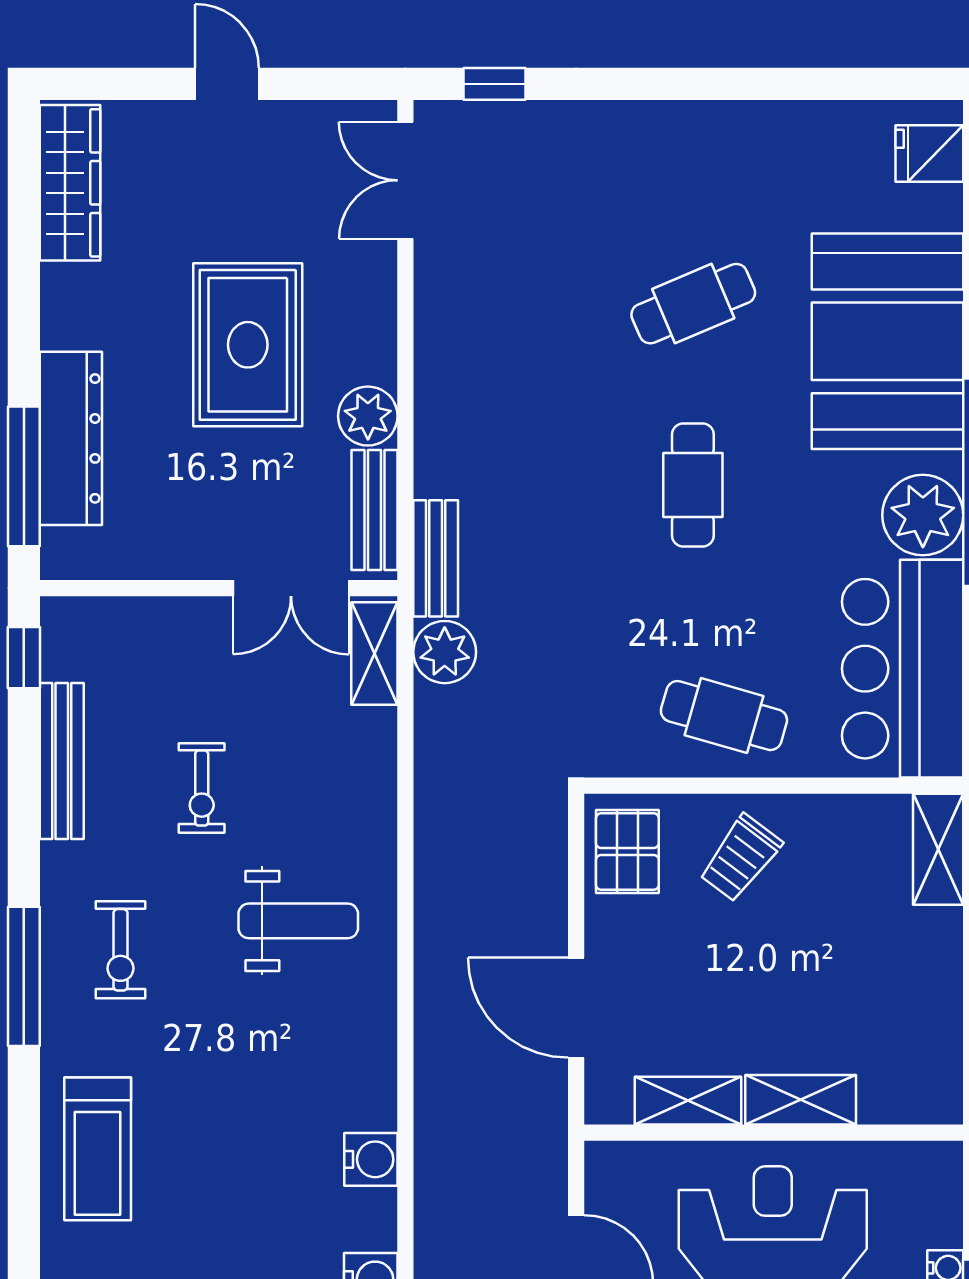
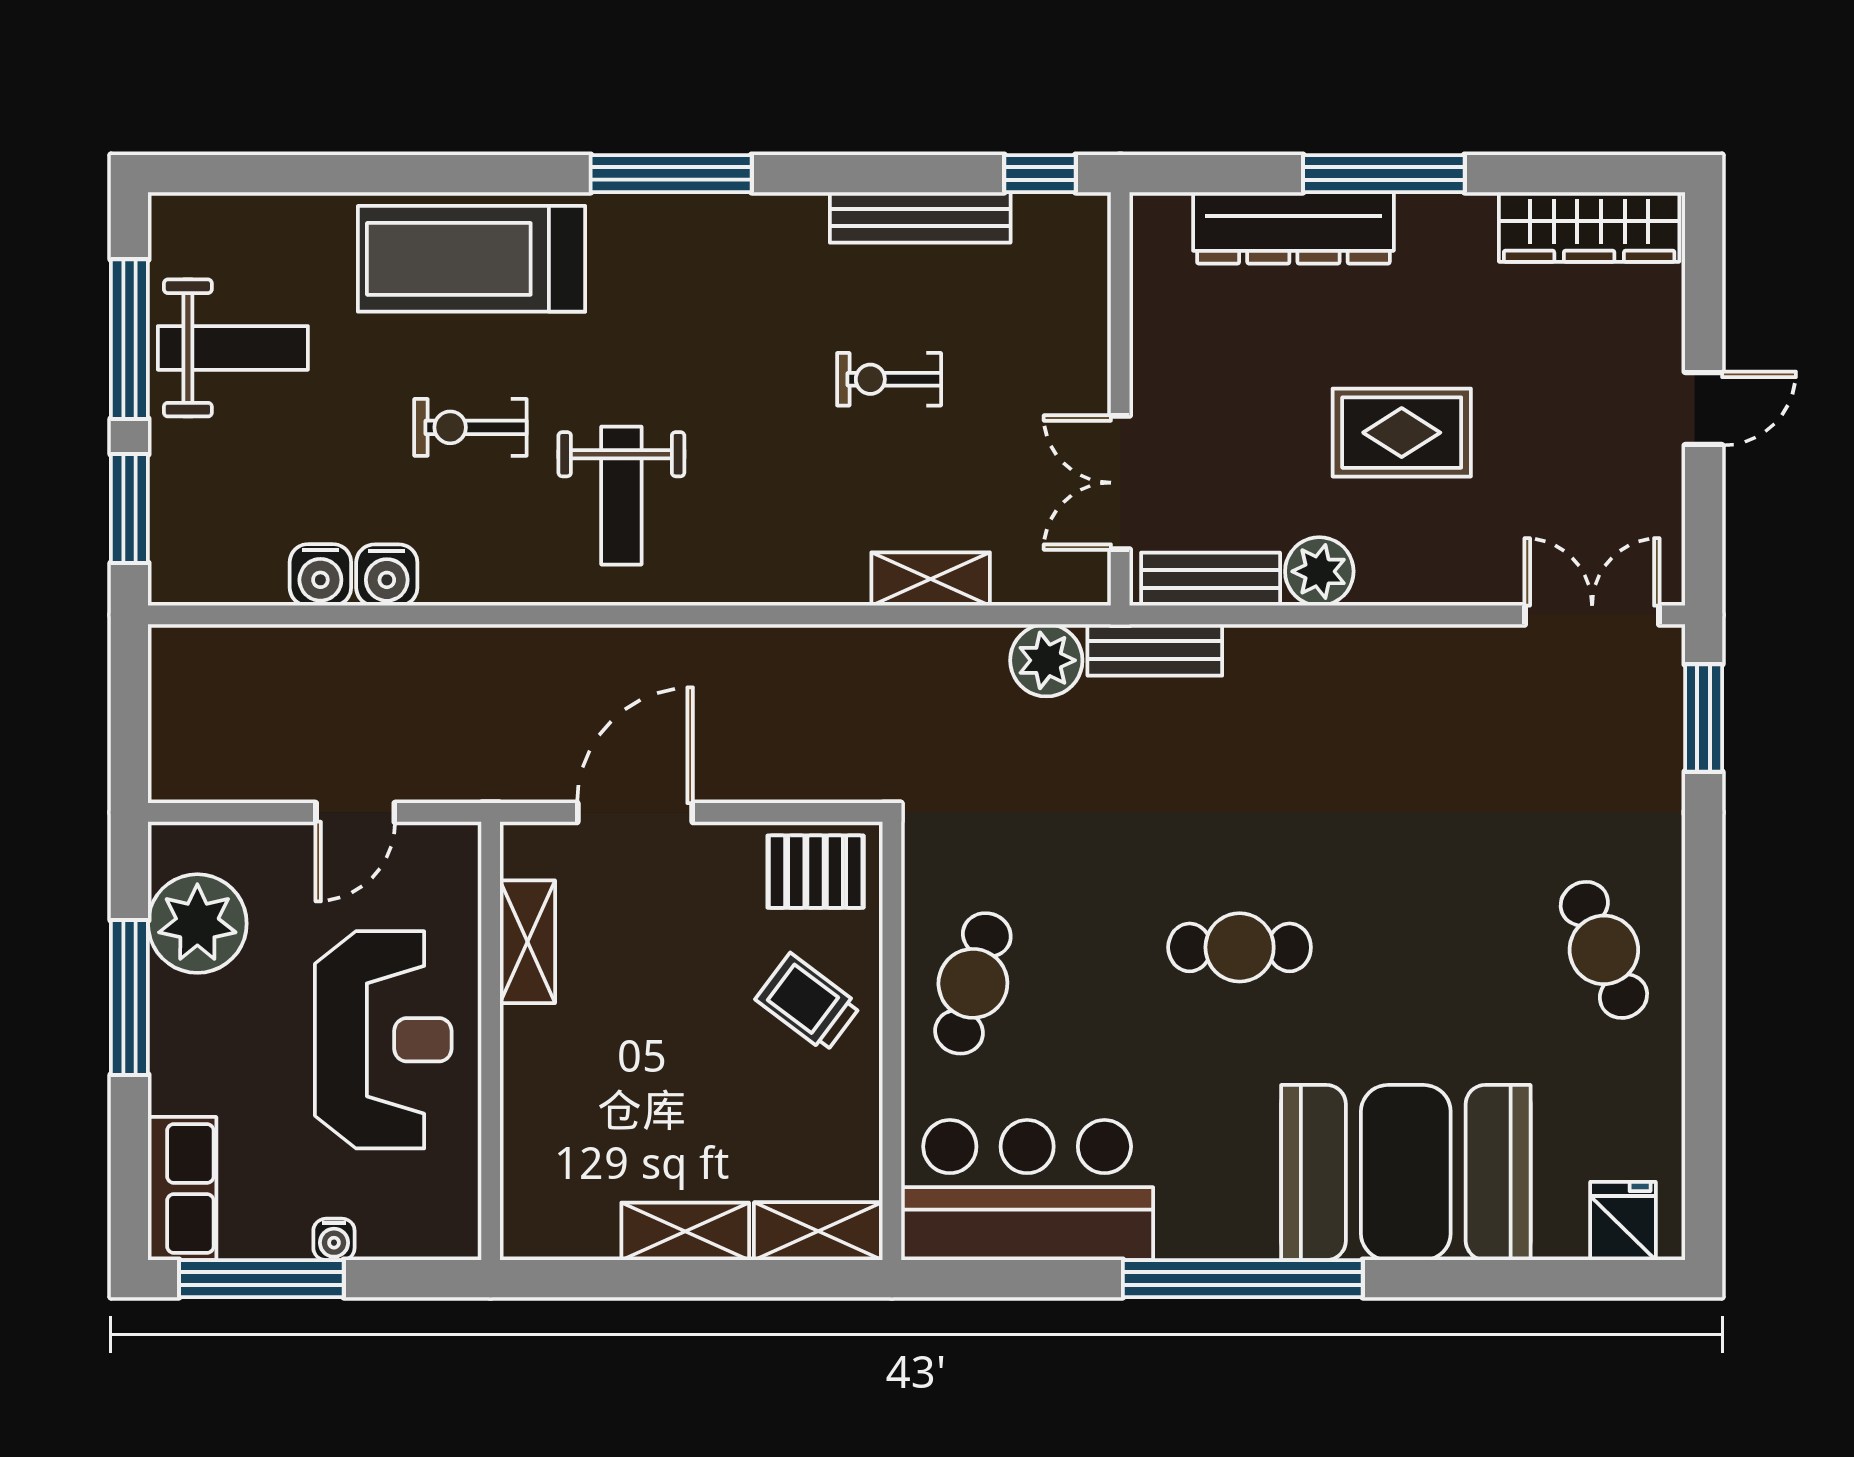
window: (495, 84) -> (1704, 718), width x1.50
cafe table: (693, 304) -> (1604, 950), moved
rug: (248, 345) -> (1402, 433), width x0.73, depth x0.70
window: (24, 476) -> (1384, 174), moved
plant: (923, 515) -> (1205, 1213), removed
shelving: (374, 653) -> (931, 579), moved
weight bench: (298, 921) -> (621, 496), moved
exercise bike: (120, 950) -> (470, 427), moved
shelving: (801, 1100) -> (685, 1231), moved, turned 90
treadmill: (98, 1149) -> (472, 259), width x1.37, depth x1.38
water cooler: (371, 1159) -> (387, 575), moved

